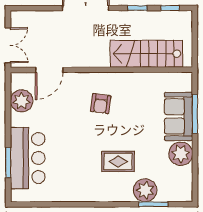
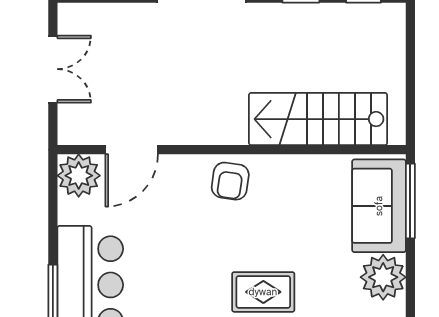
stairs: (146, 54) -> (318, 119), moved
door: (49, 70) -> (132, 150), moved
wall: (101, 70) -> (232, 150), moved

